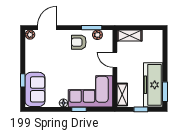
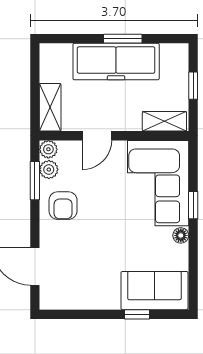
plant: (30, 35) -> (48, 149), moved
freezer: (153, 85) -> (116, 62), moved
window: (165, 92) -> (123, 39), moved

